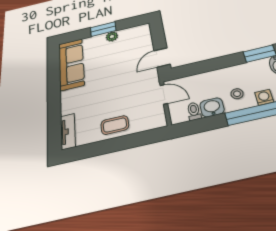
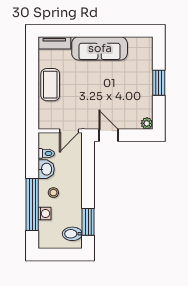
plant: (112, 37) -> (147, 123), moved
sofa: (71, 64) -> (100, 48), moved
coffee table: (115, 125) -> (50, 85), width x1.36, depth x1.30

